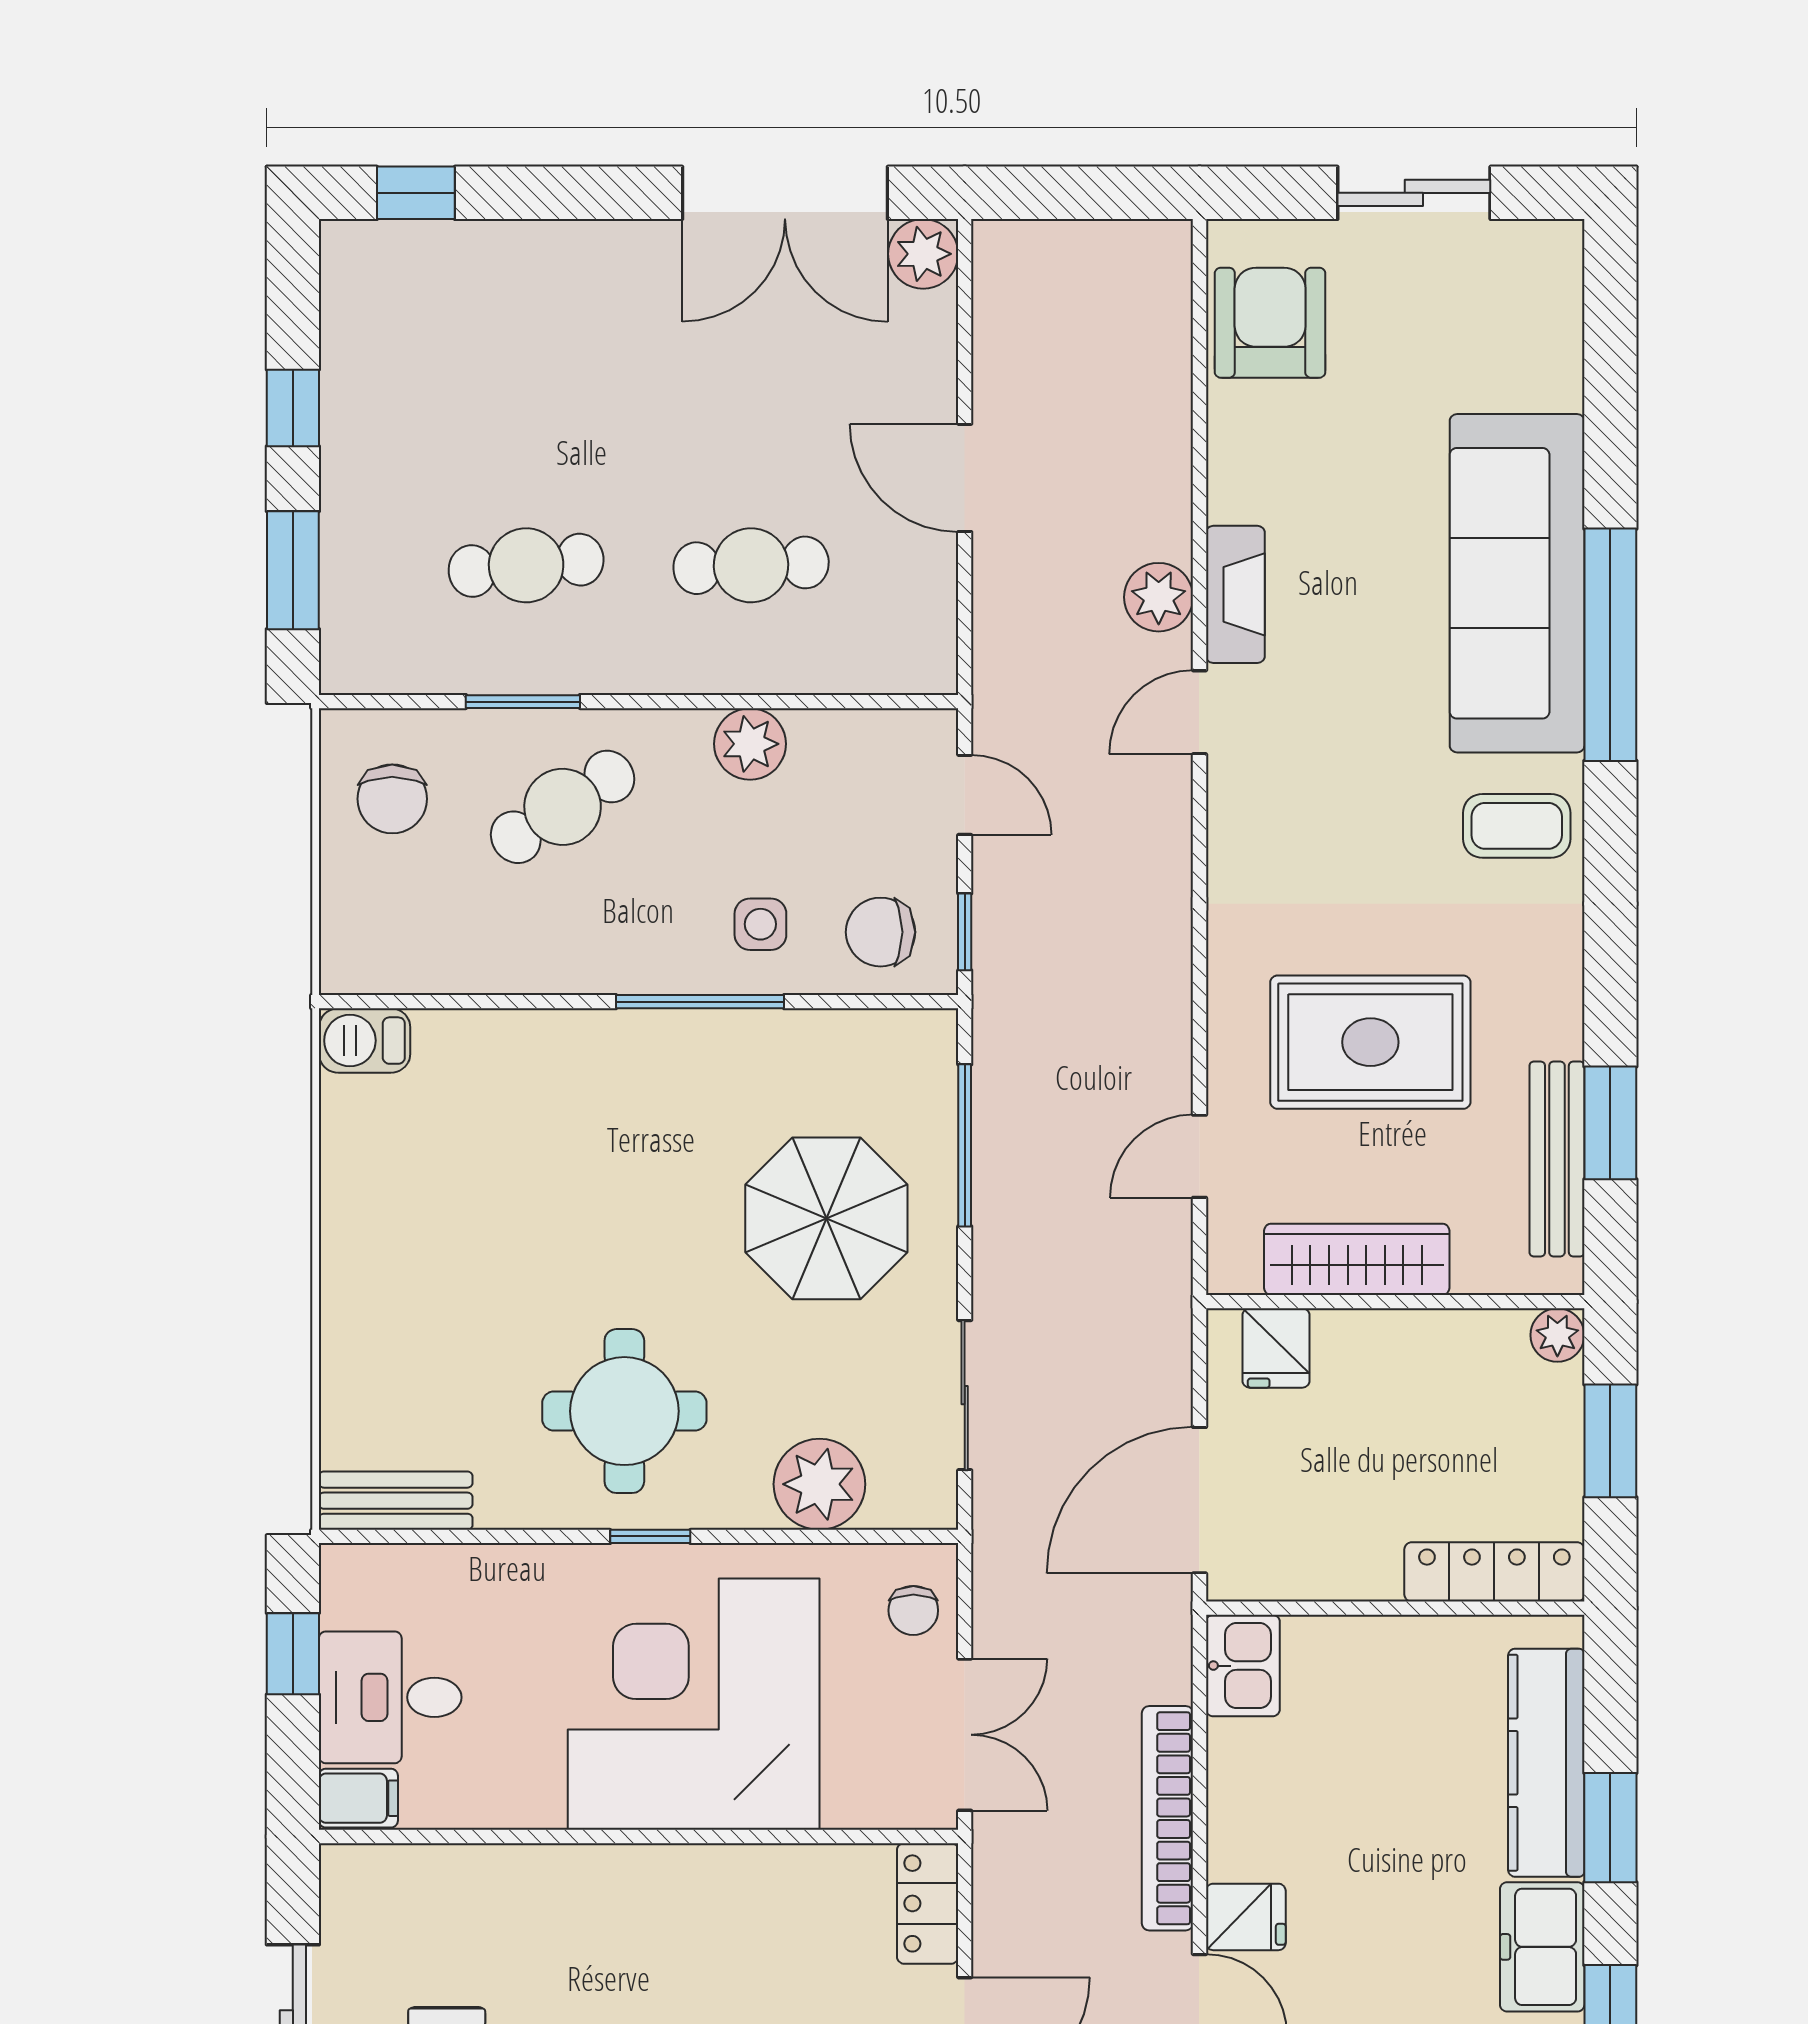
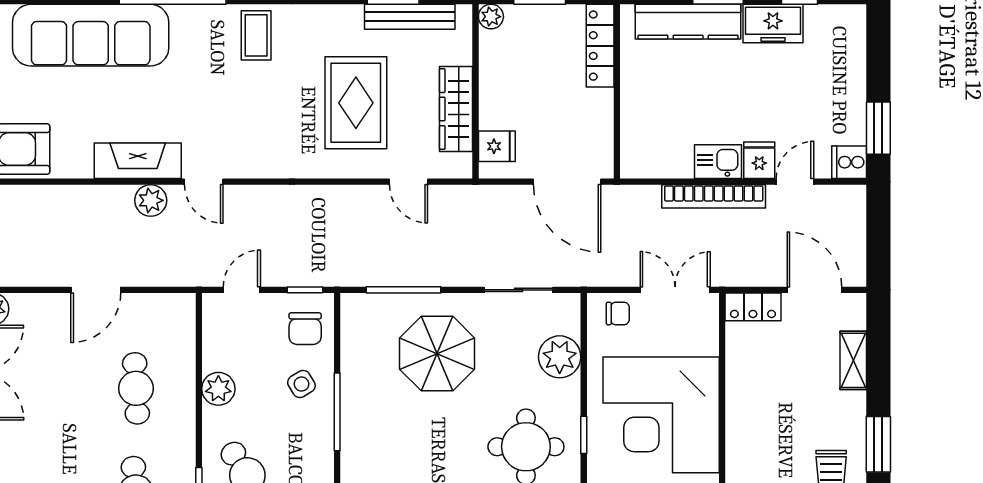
sofa: (1517, 583) -> (91, 35), moved
fireplace: (1235, 594) -> (138, 161), width x1.37, depth x1.32
side table: (760, 924) -> (301, 384), turned -31
kitchen sink: (1243, 1666) -> (718, 162), moved

